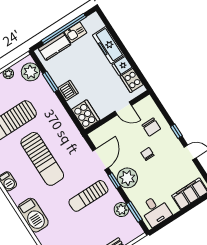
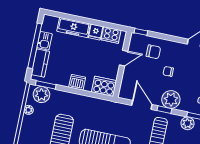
window: (51, 82) -> (46, 85), moved
window: (176, 131) -> (141, 32), moved

